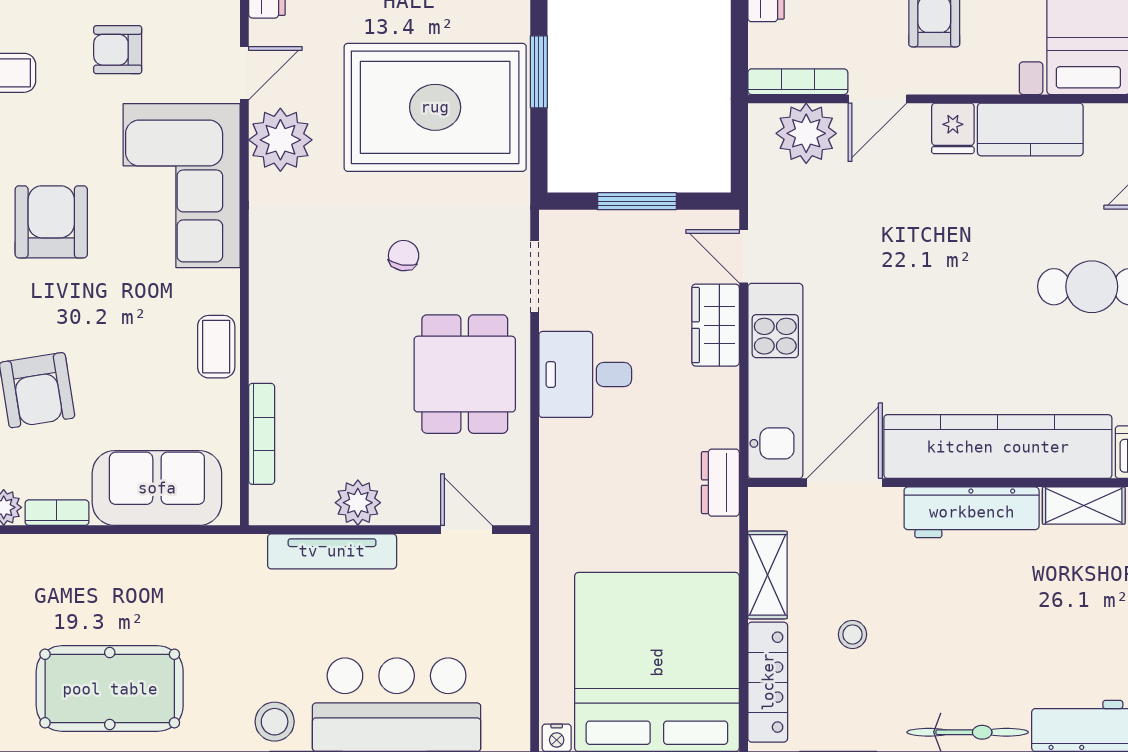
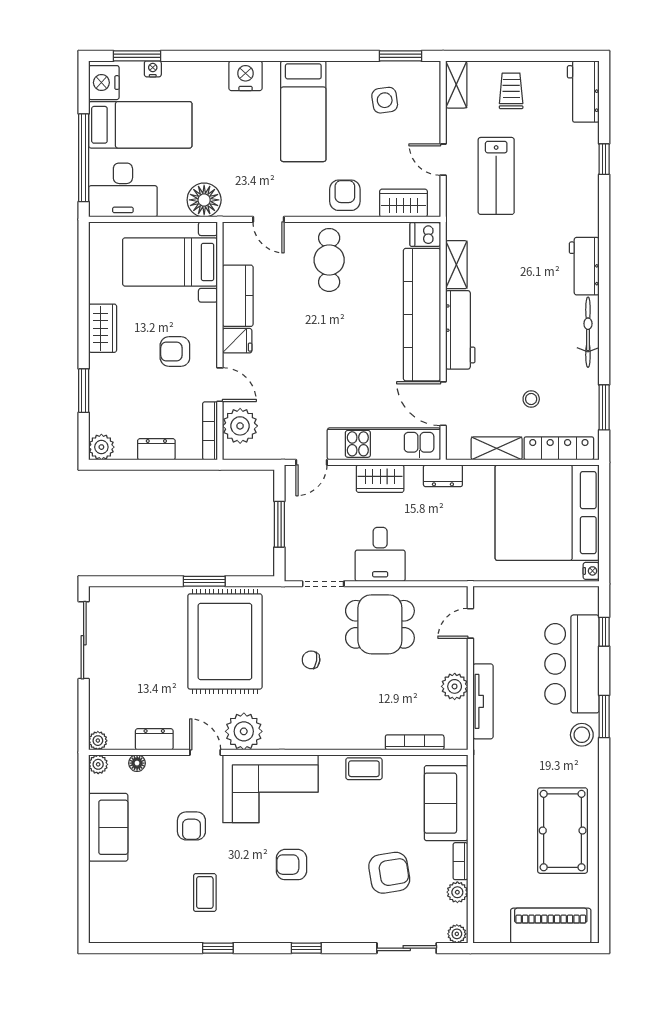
armchair: (51, 222) -> (291, 865), width x0.72, depth x0.72
wardrobe: (716, 325) -> (380, 479), moved

